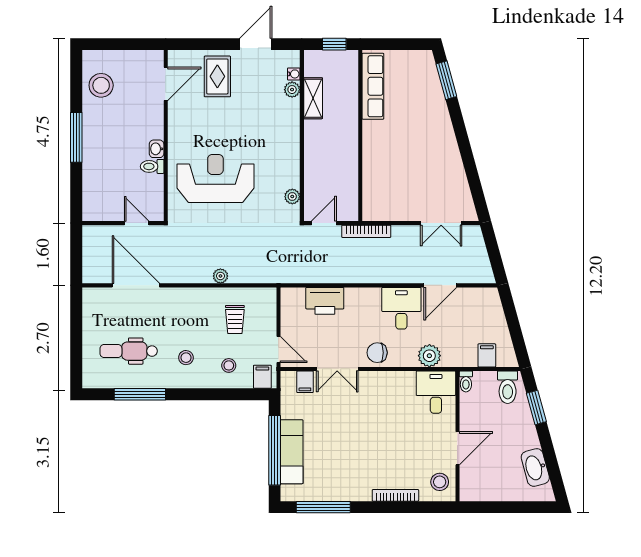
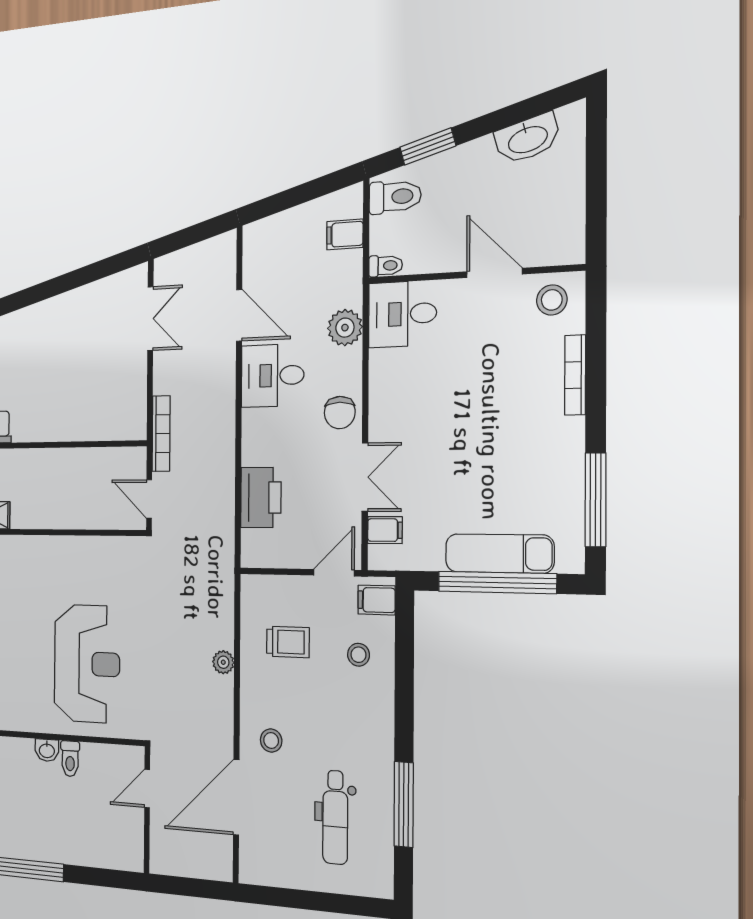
reception desk: (215, 178) -> (87, 664), turned 180
plant: (292, 197) -> (112, 547), removed
stool: (186, 358) -> (271, 740), moved

